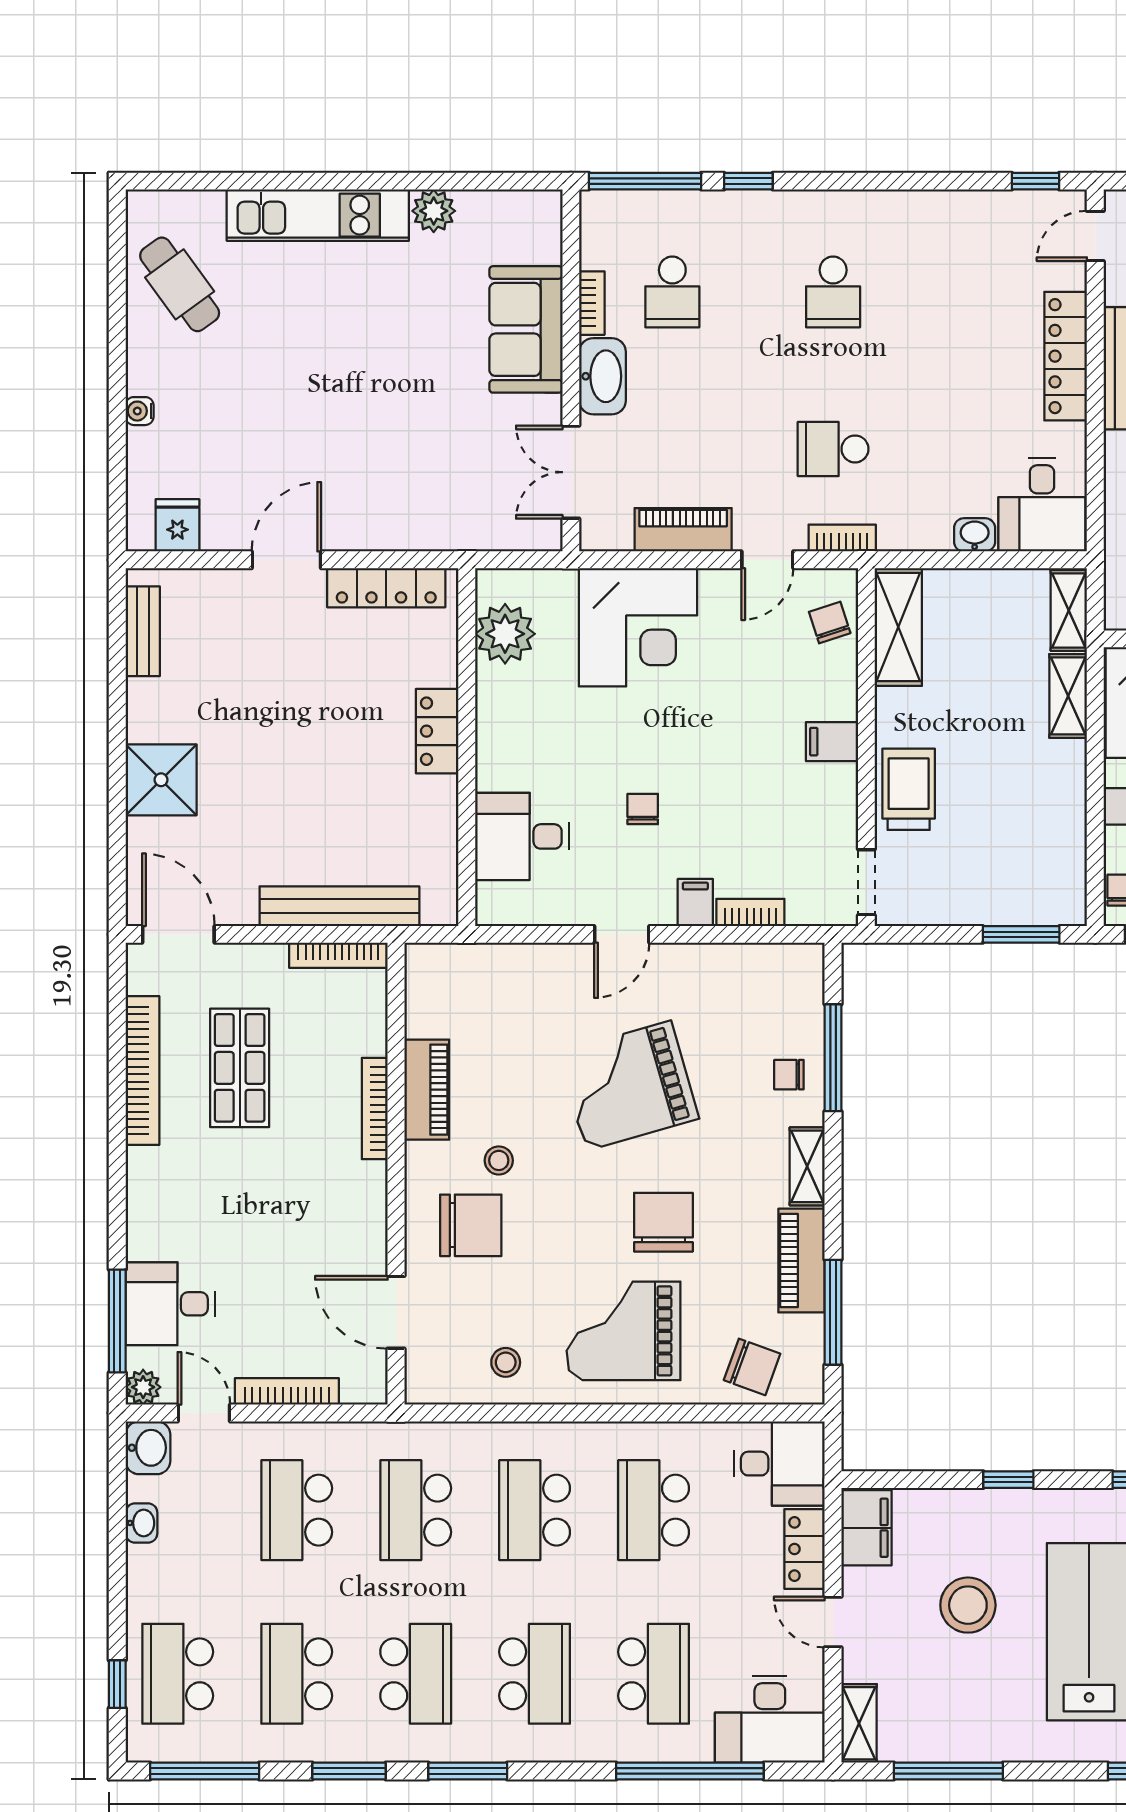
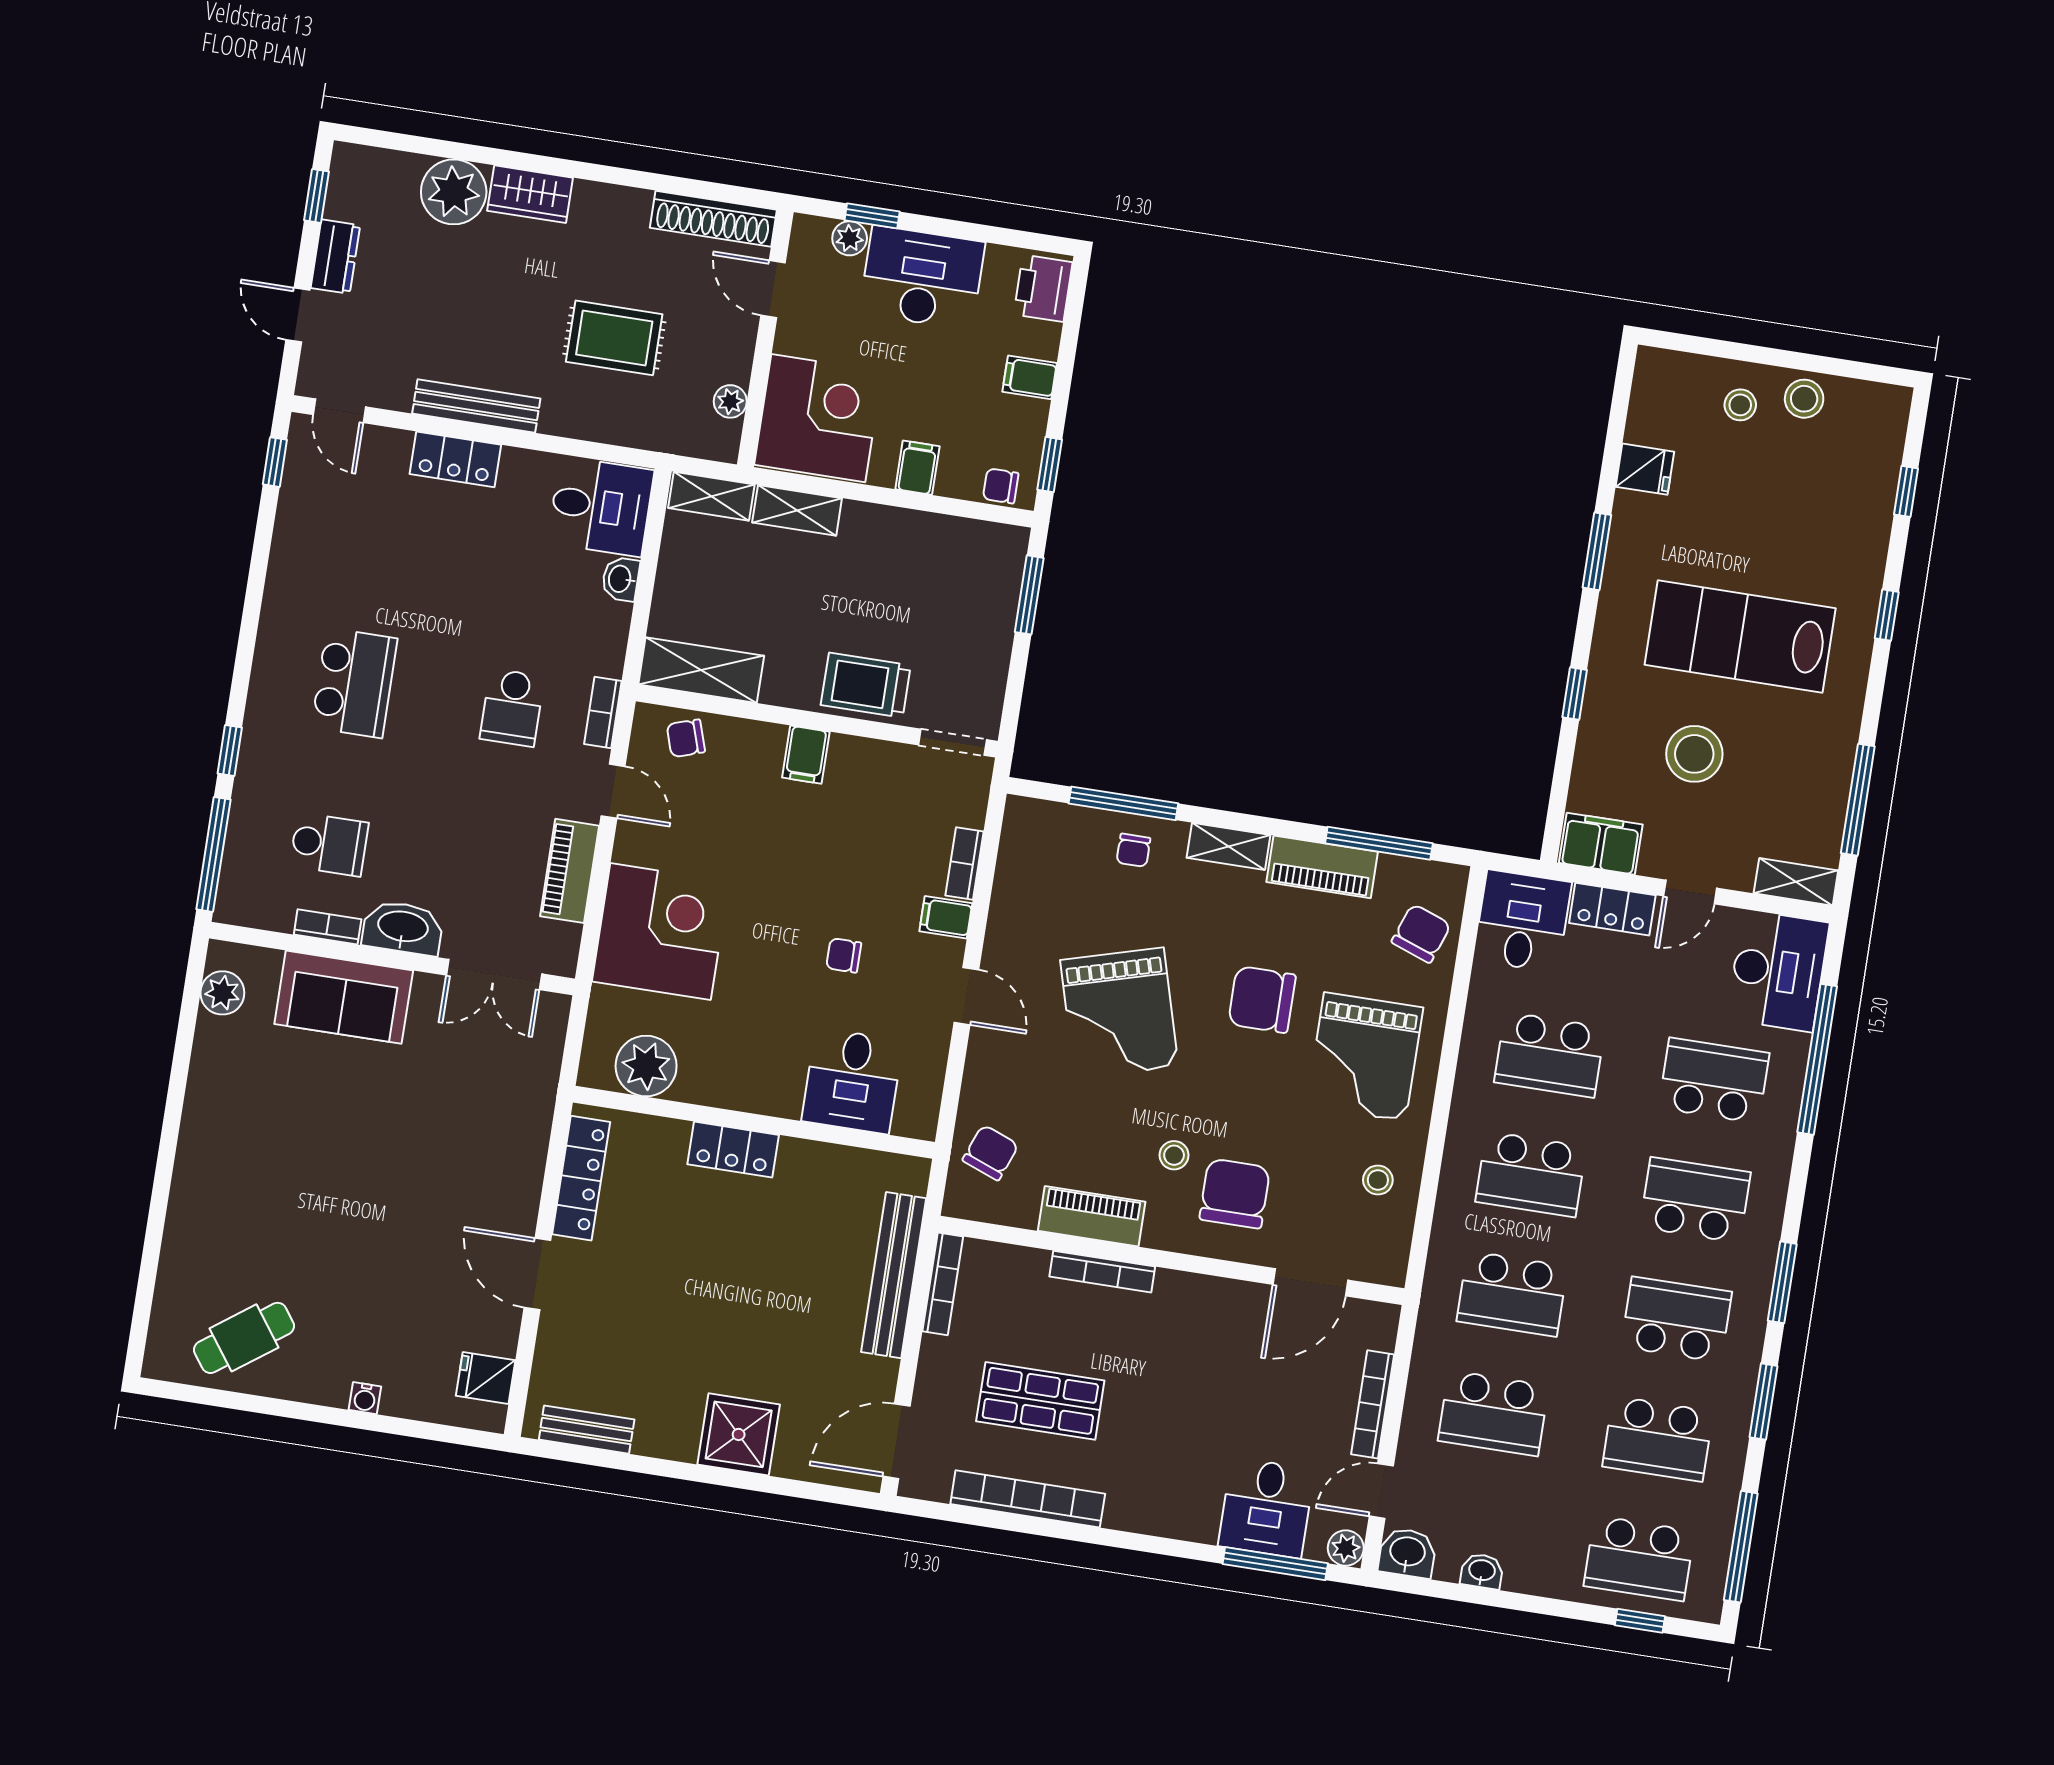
plant: (434, 211) -> (222, 993), moved
kitchen unit: (318, 215) -> (196, 1188), removed
school desk: (833, 292) -> (354, 683), width x1.85
locker: (1066, 356) -> (455, 459), width x0.66
chair: (473, 982) -> (991, 1153), added

